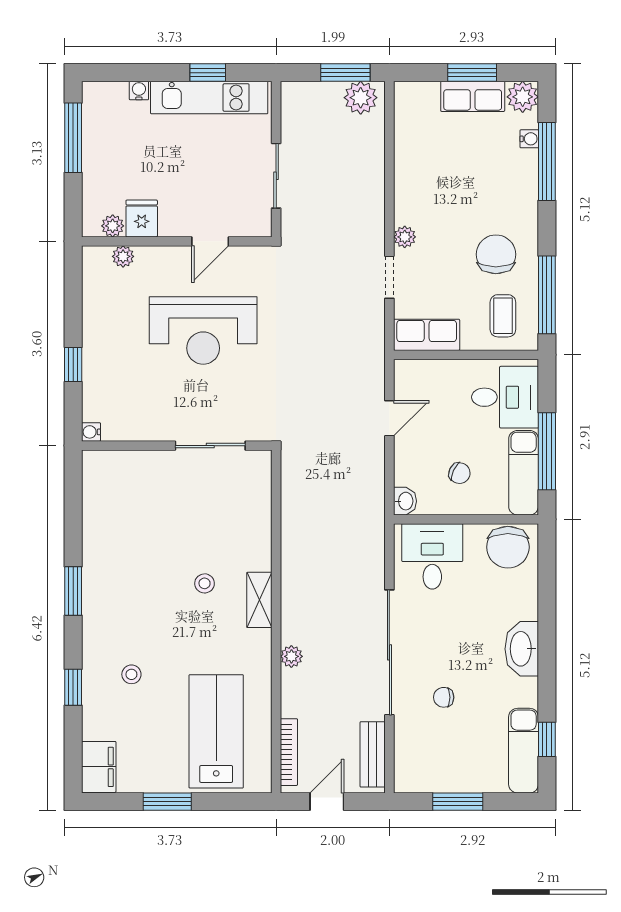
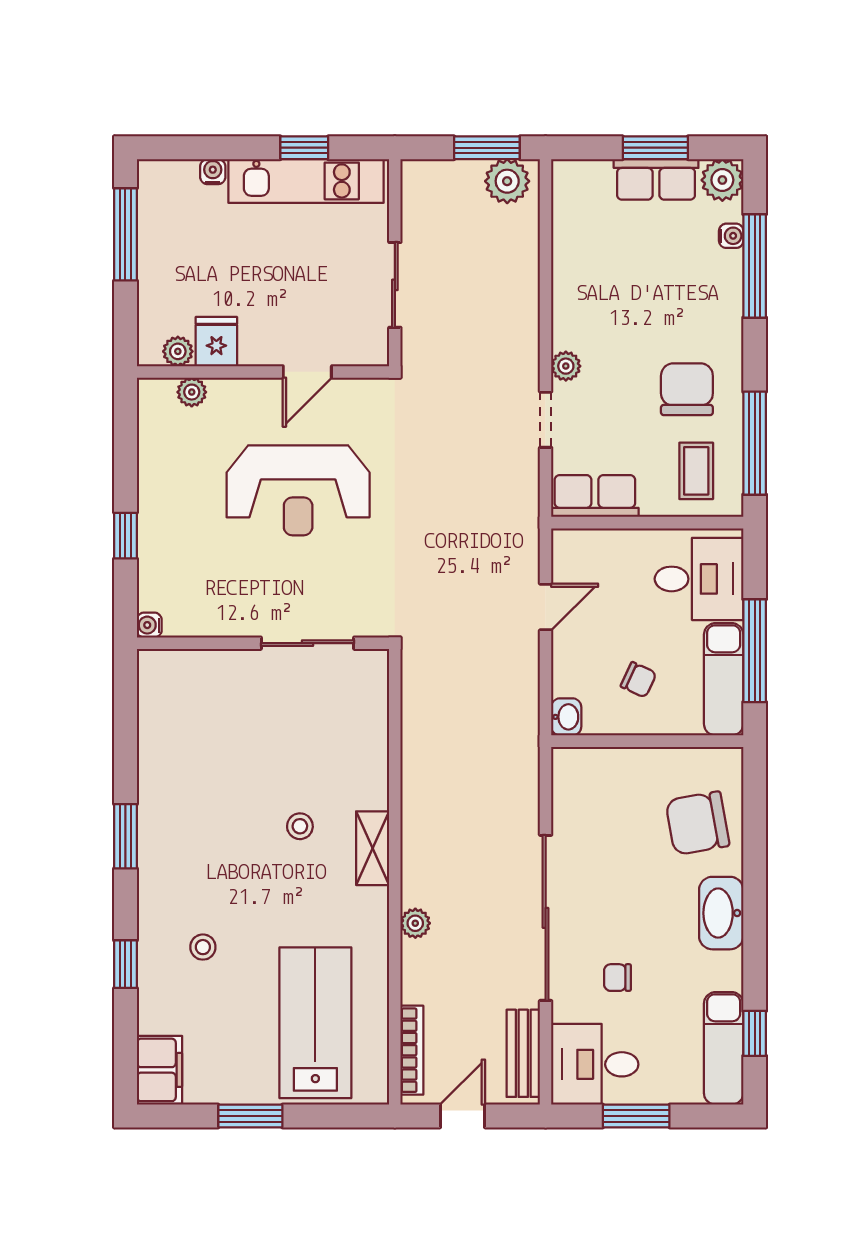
chair: (508, 547) -> (697, 823), moved, turned 80
desk: (432, 556) -> (595, 1064), moved, turned -90

